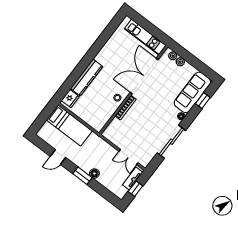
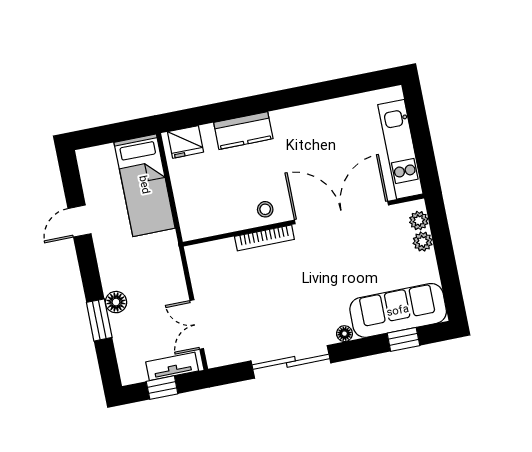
kitchen counter: (87, 78) -> (243, 131), width x0.67
door: (58, 157) -> (79, 221), hinge flipped
window: (82, 176) -> (99, 320), moved

